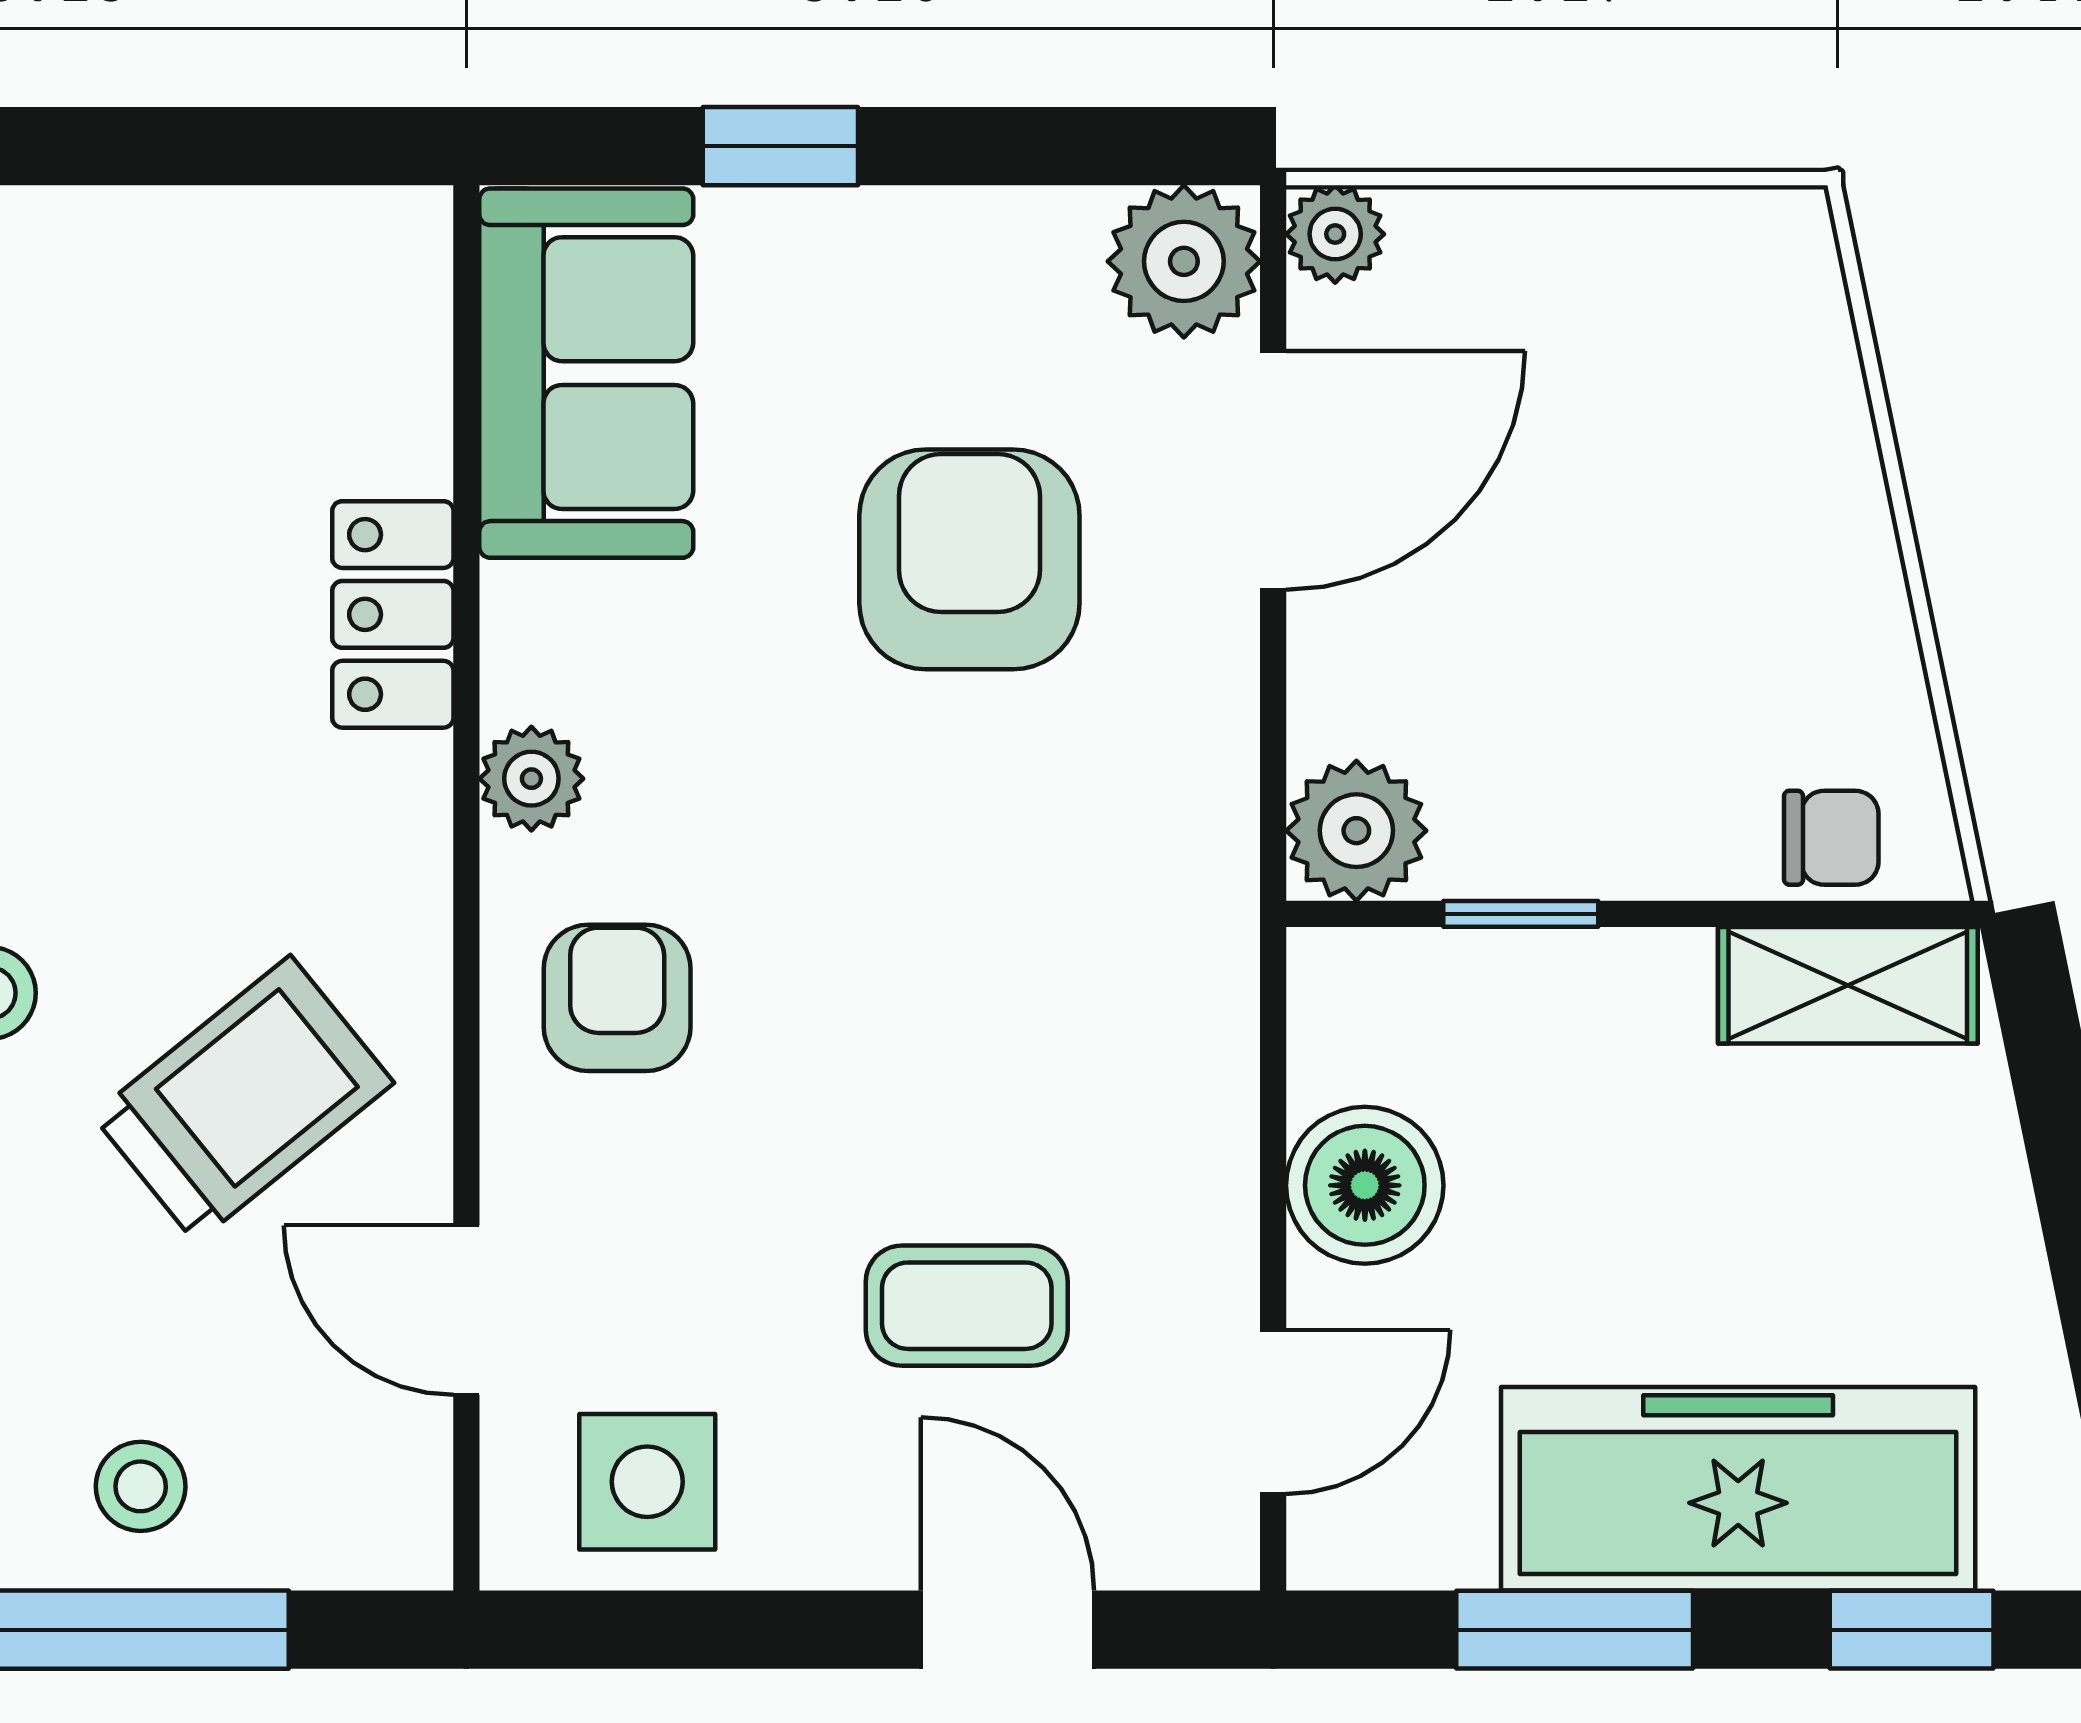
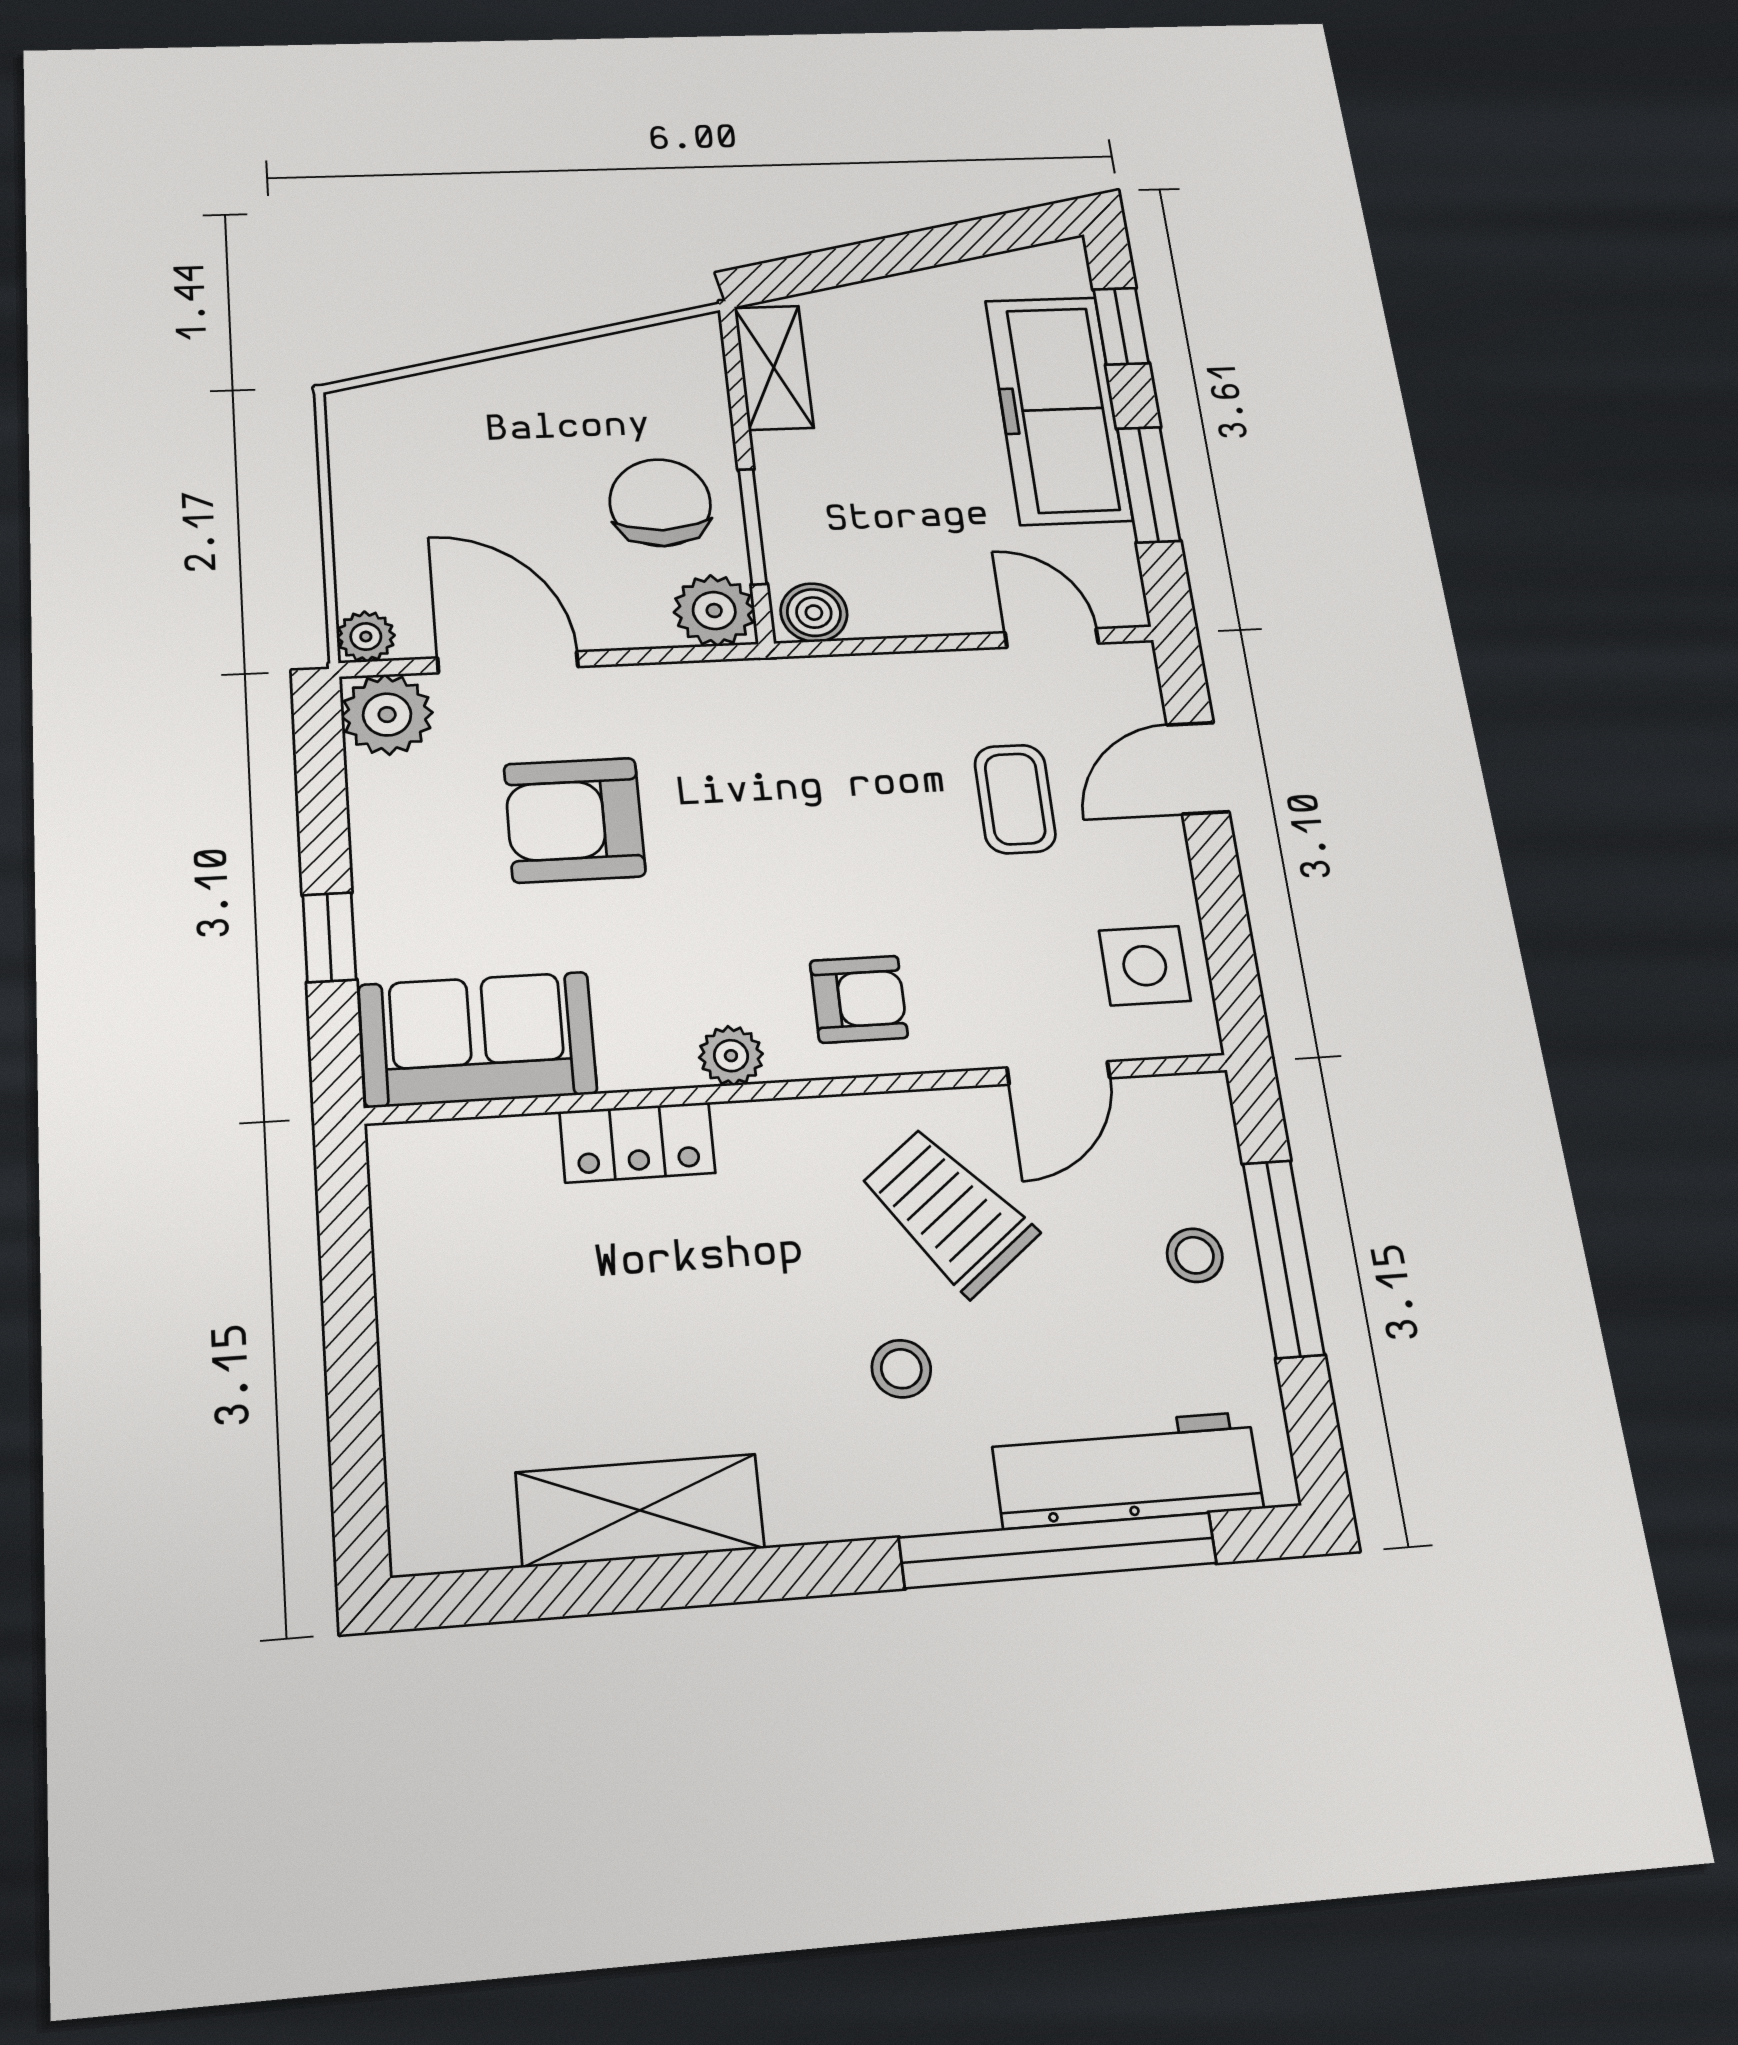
chair: (1831, 838) -> (660, 503), moved, width x1.87, depth x1.87
window: (1521, 914) -> (753, 526), width x1.50
armchair: (617, 998) -> (859, 999), turned 180
boiler: (1365, 1185) -> (814, 613), moved, width x0.73, depth x0.73

